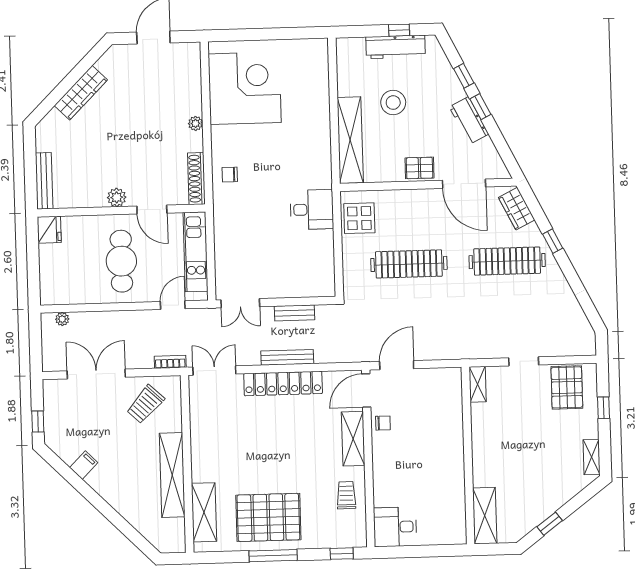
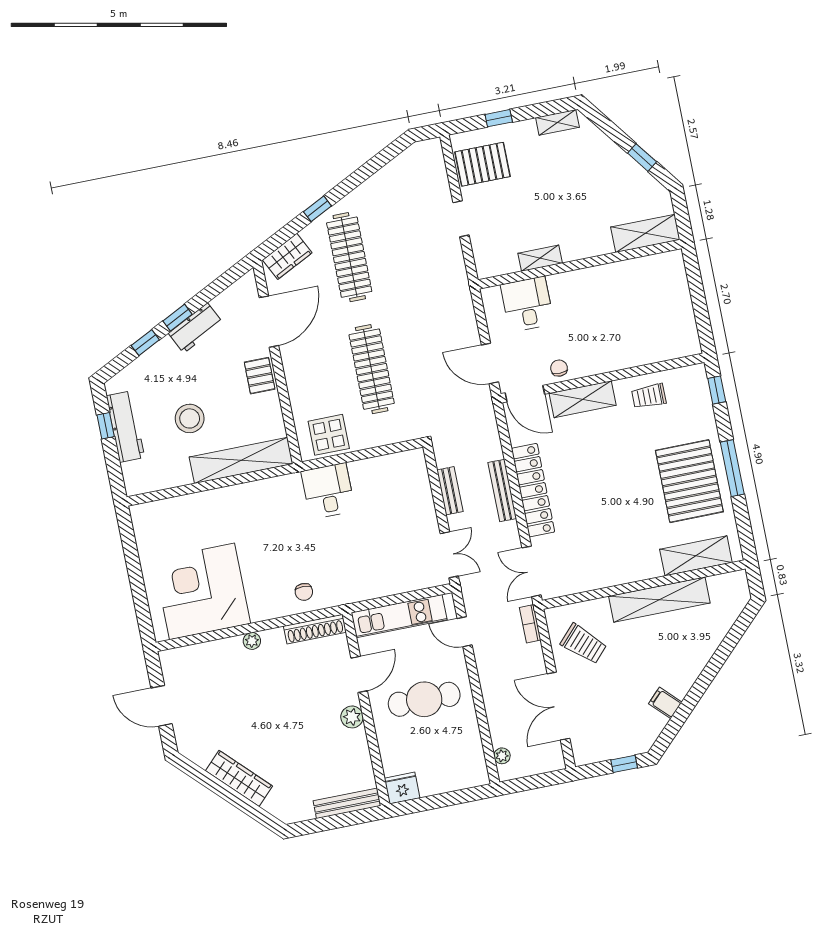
shelving: (478, 384) -> (540, 258), moved
desk: (395, 527) -> (527, 304), moved, turned 180

